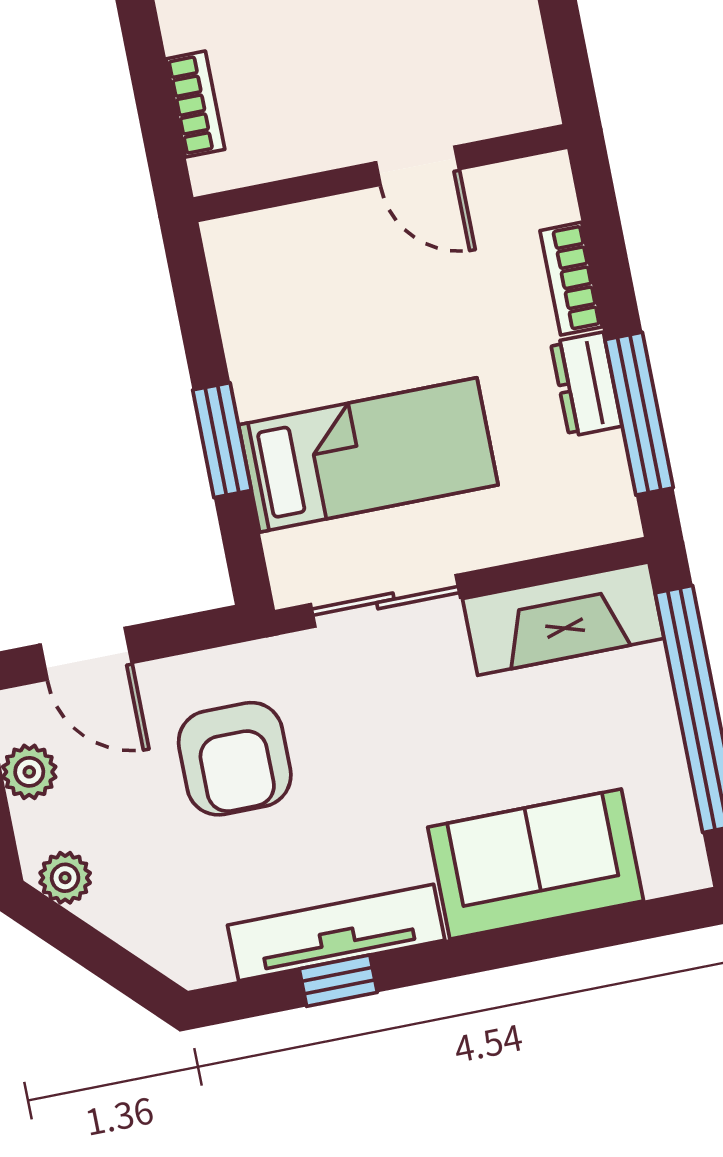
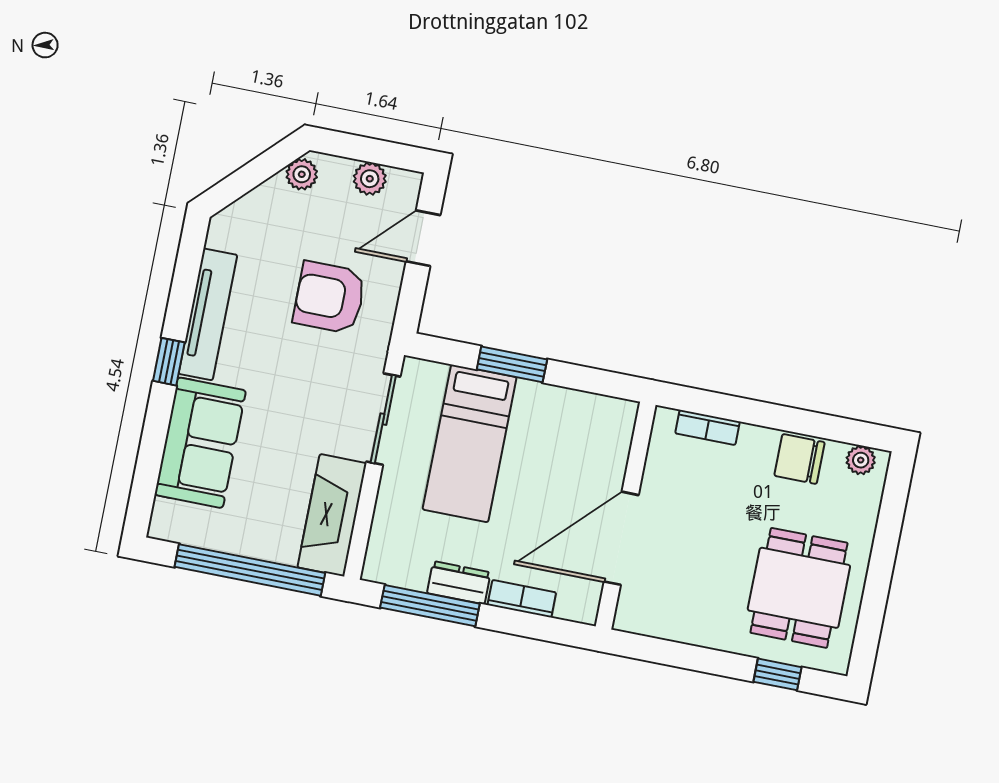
door: (417, 166) -> (621, 538), width x1.87
window: (338, 981) -> (169, 362), moved

